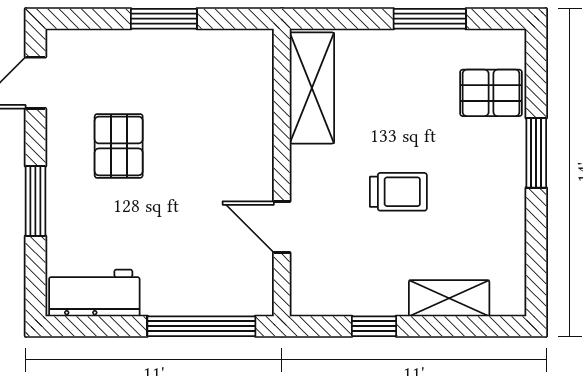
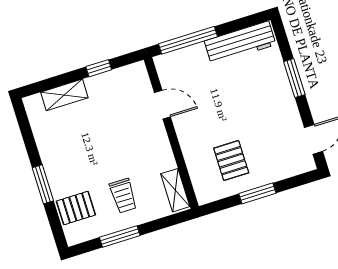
shelving: (312, 88) -> (175, 190), width x0.67, depth x0.75
pallet: (119, 146) -> (231, 161), moved
trolley: (398, 192) -> (123, 196), moved, turned -90
workbench: (94, 293) -> (240, 43), width x1.38

